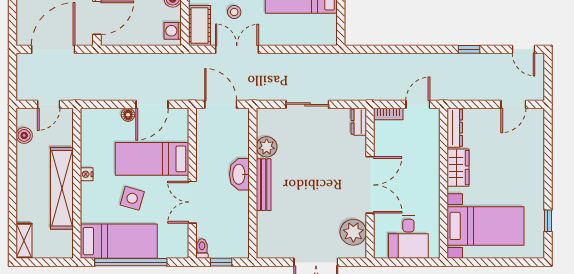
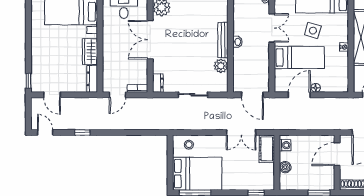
stool: (234, 12) -> (189, 145), moved
door: (513, 104) -> (52, 95), swing flipped
washbasin: (239, 174) -> (237, 42), width x0.52, depth x0.69
window: (548, 221) -> (28, 81), moved

